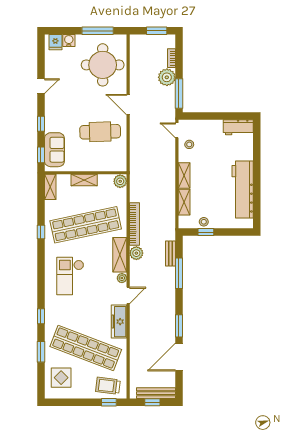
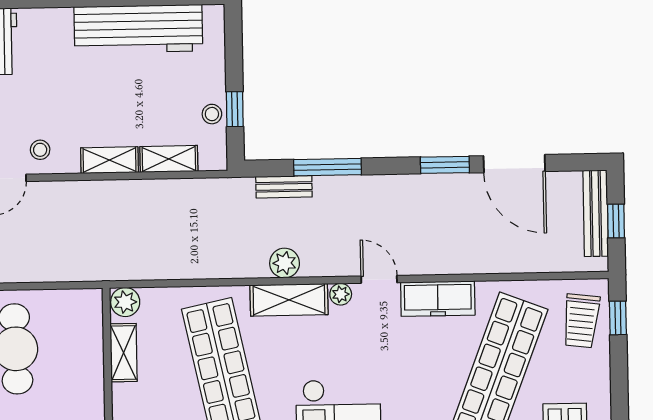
shelving: (84, 180) -> (124, 353), moved
bookcase: (135, 224) -> (220, 268), removed

